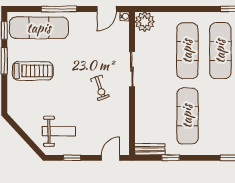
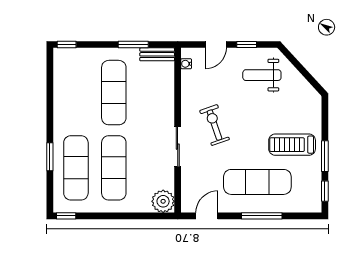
water cooler: (125, 16) -> (186, 64), moved
exercise mat: (39, 28) -> (257, 182), moved
exercise bike: (100, 88) -> (215, 125), width x1.38, depth x1.39
door: (111, 158) -> (216, 45), moved
window: (171, 158) -> (133, 45), width x1.50

